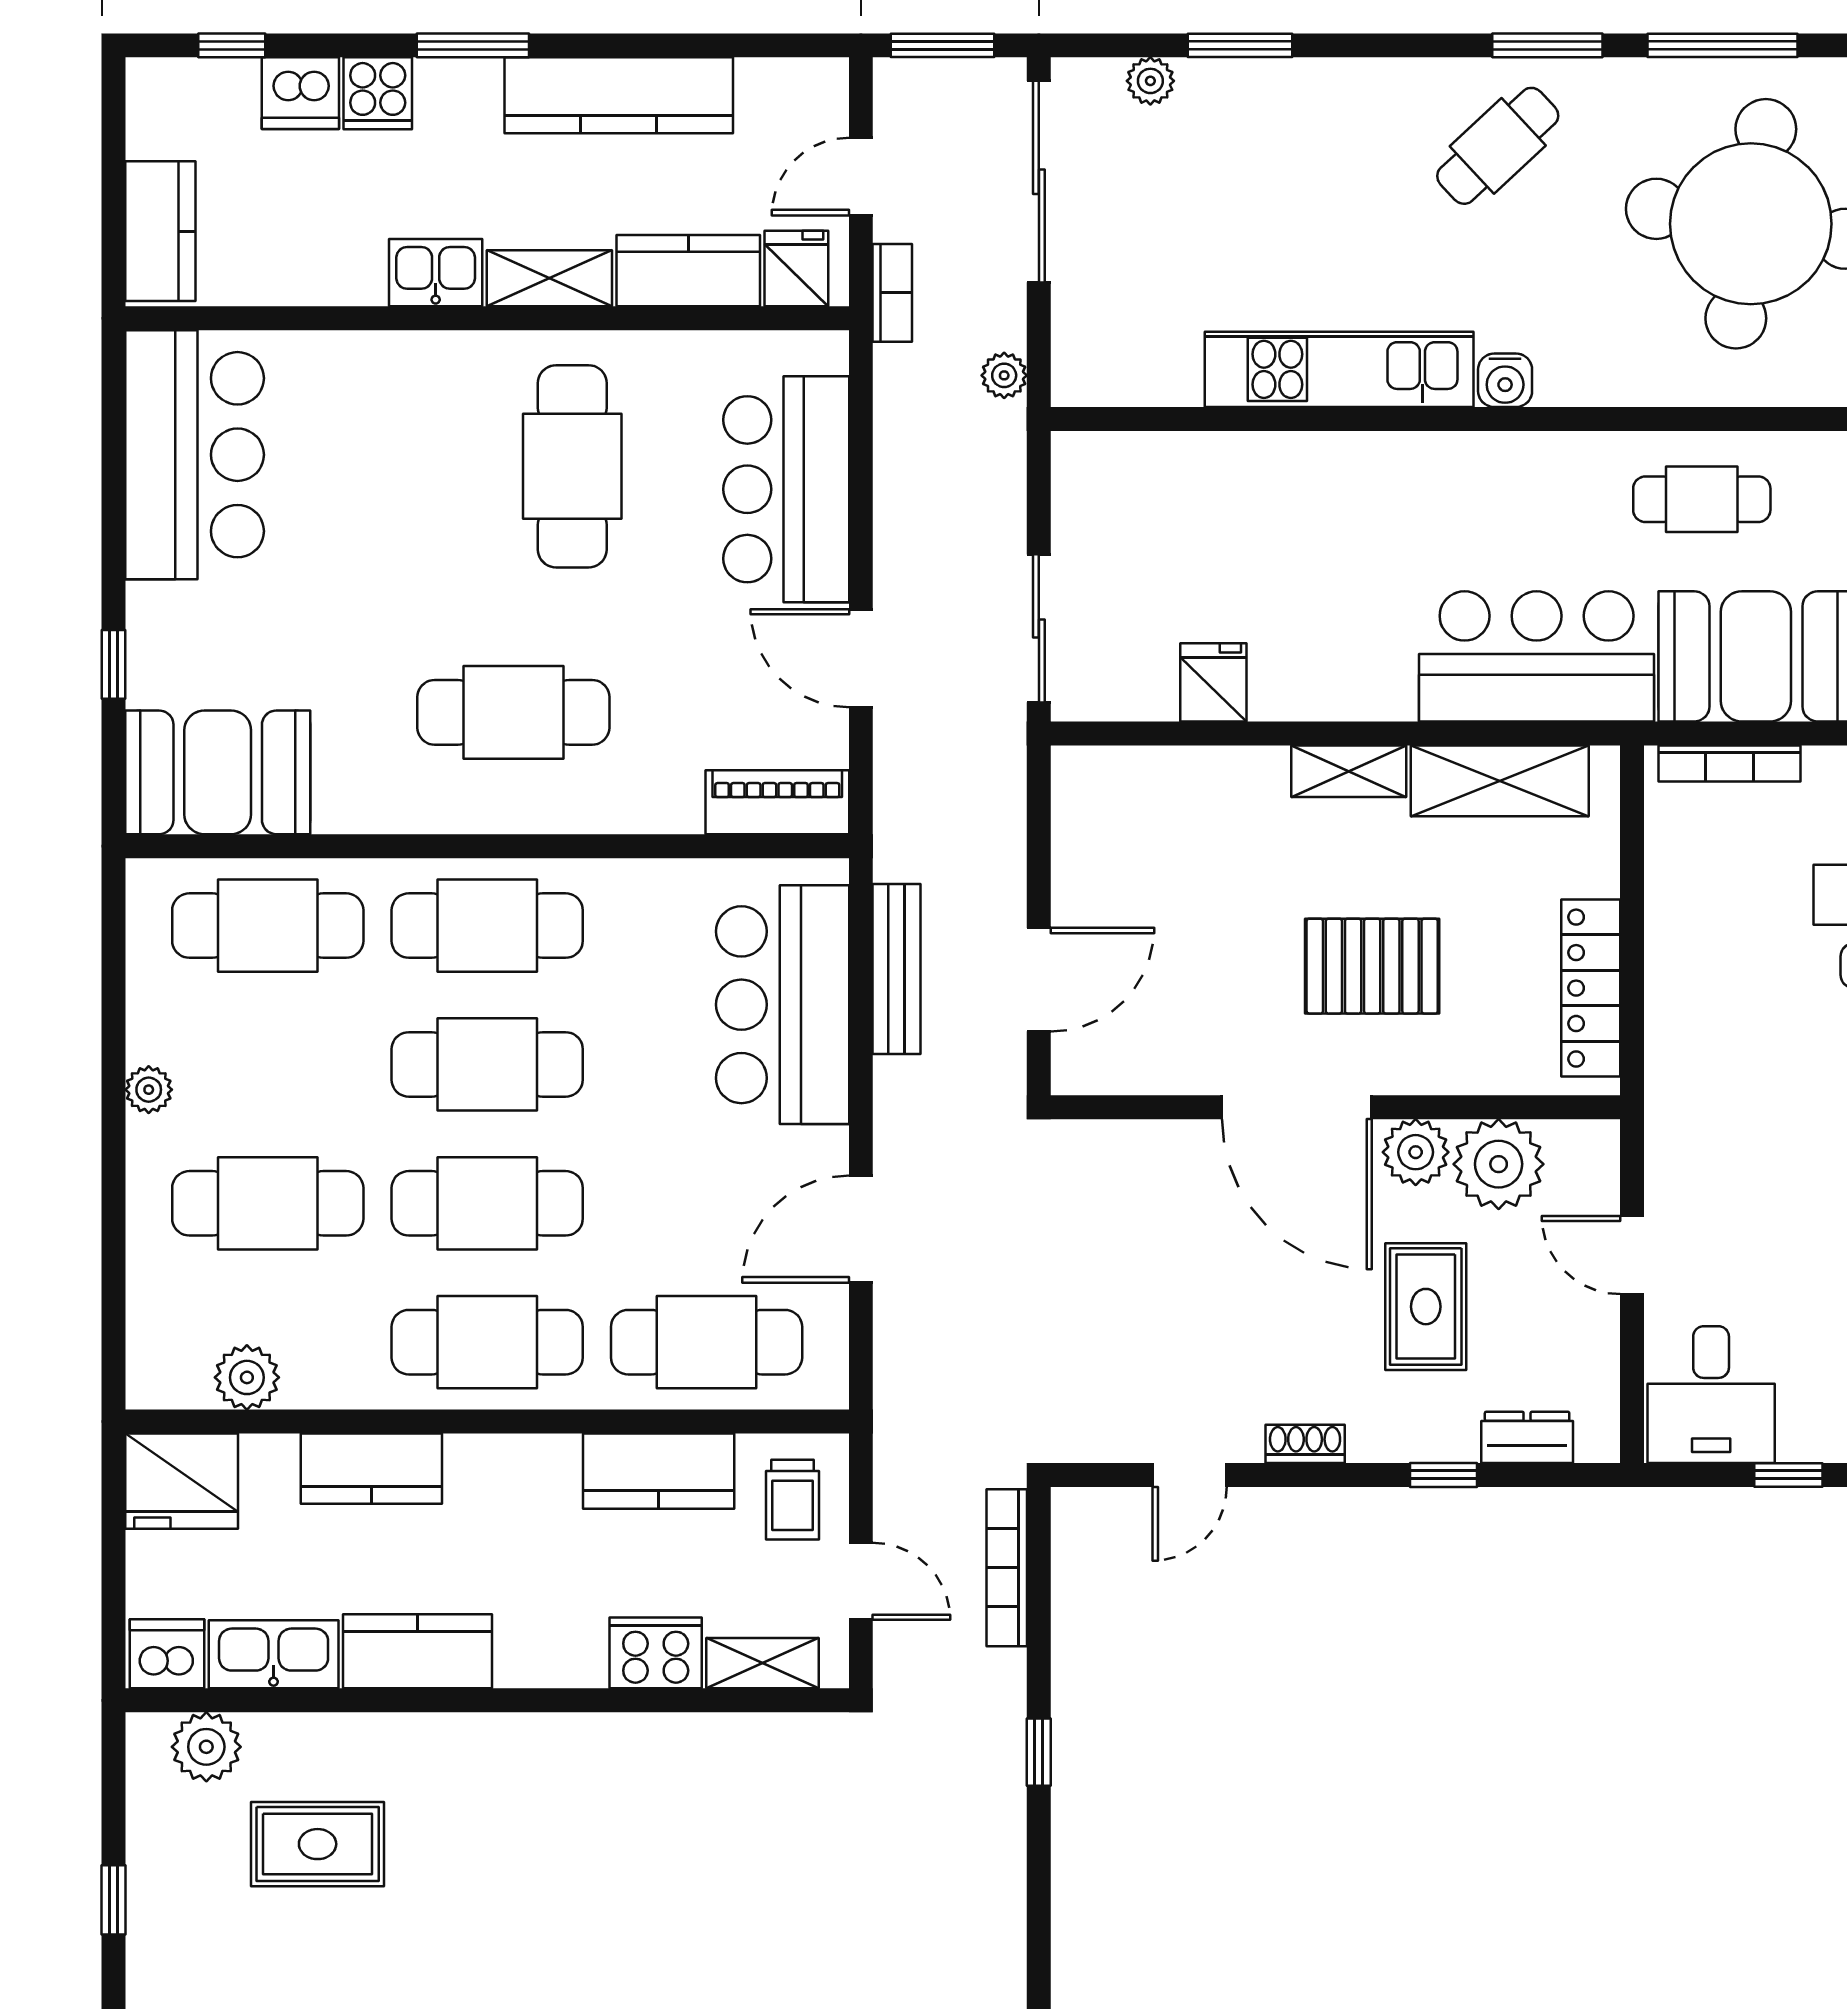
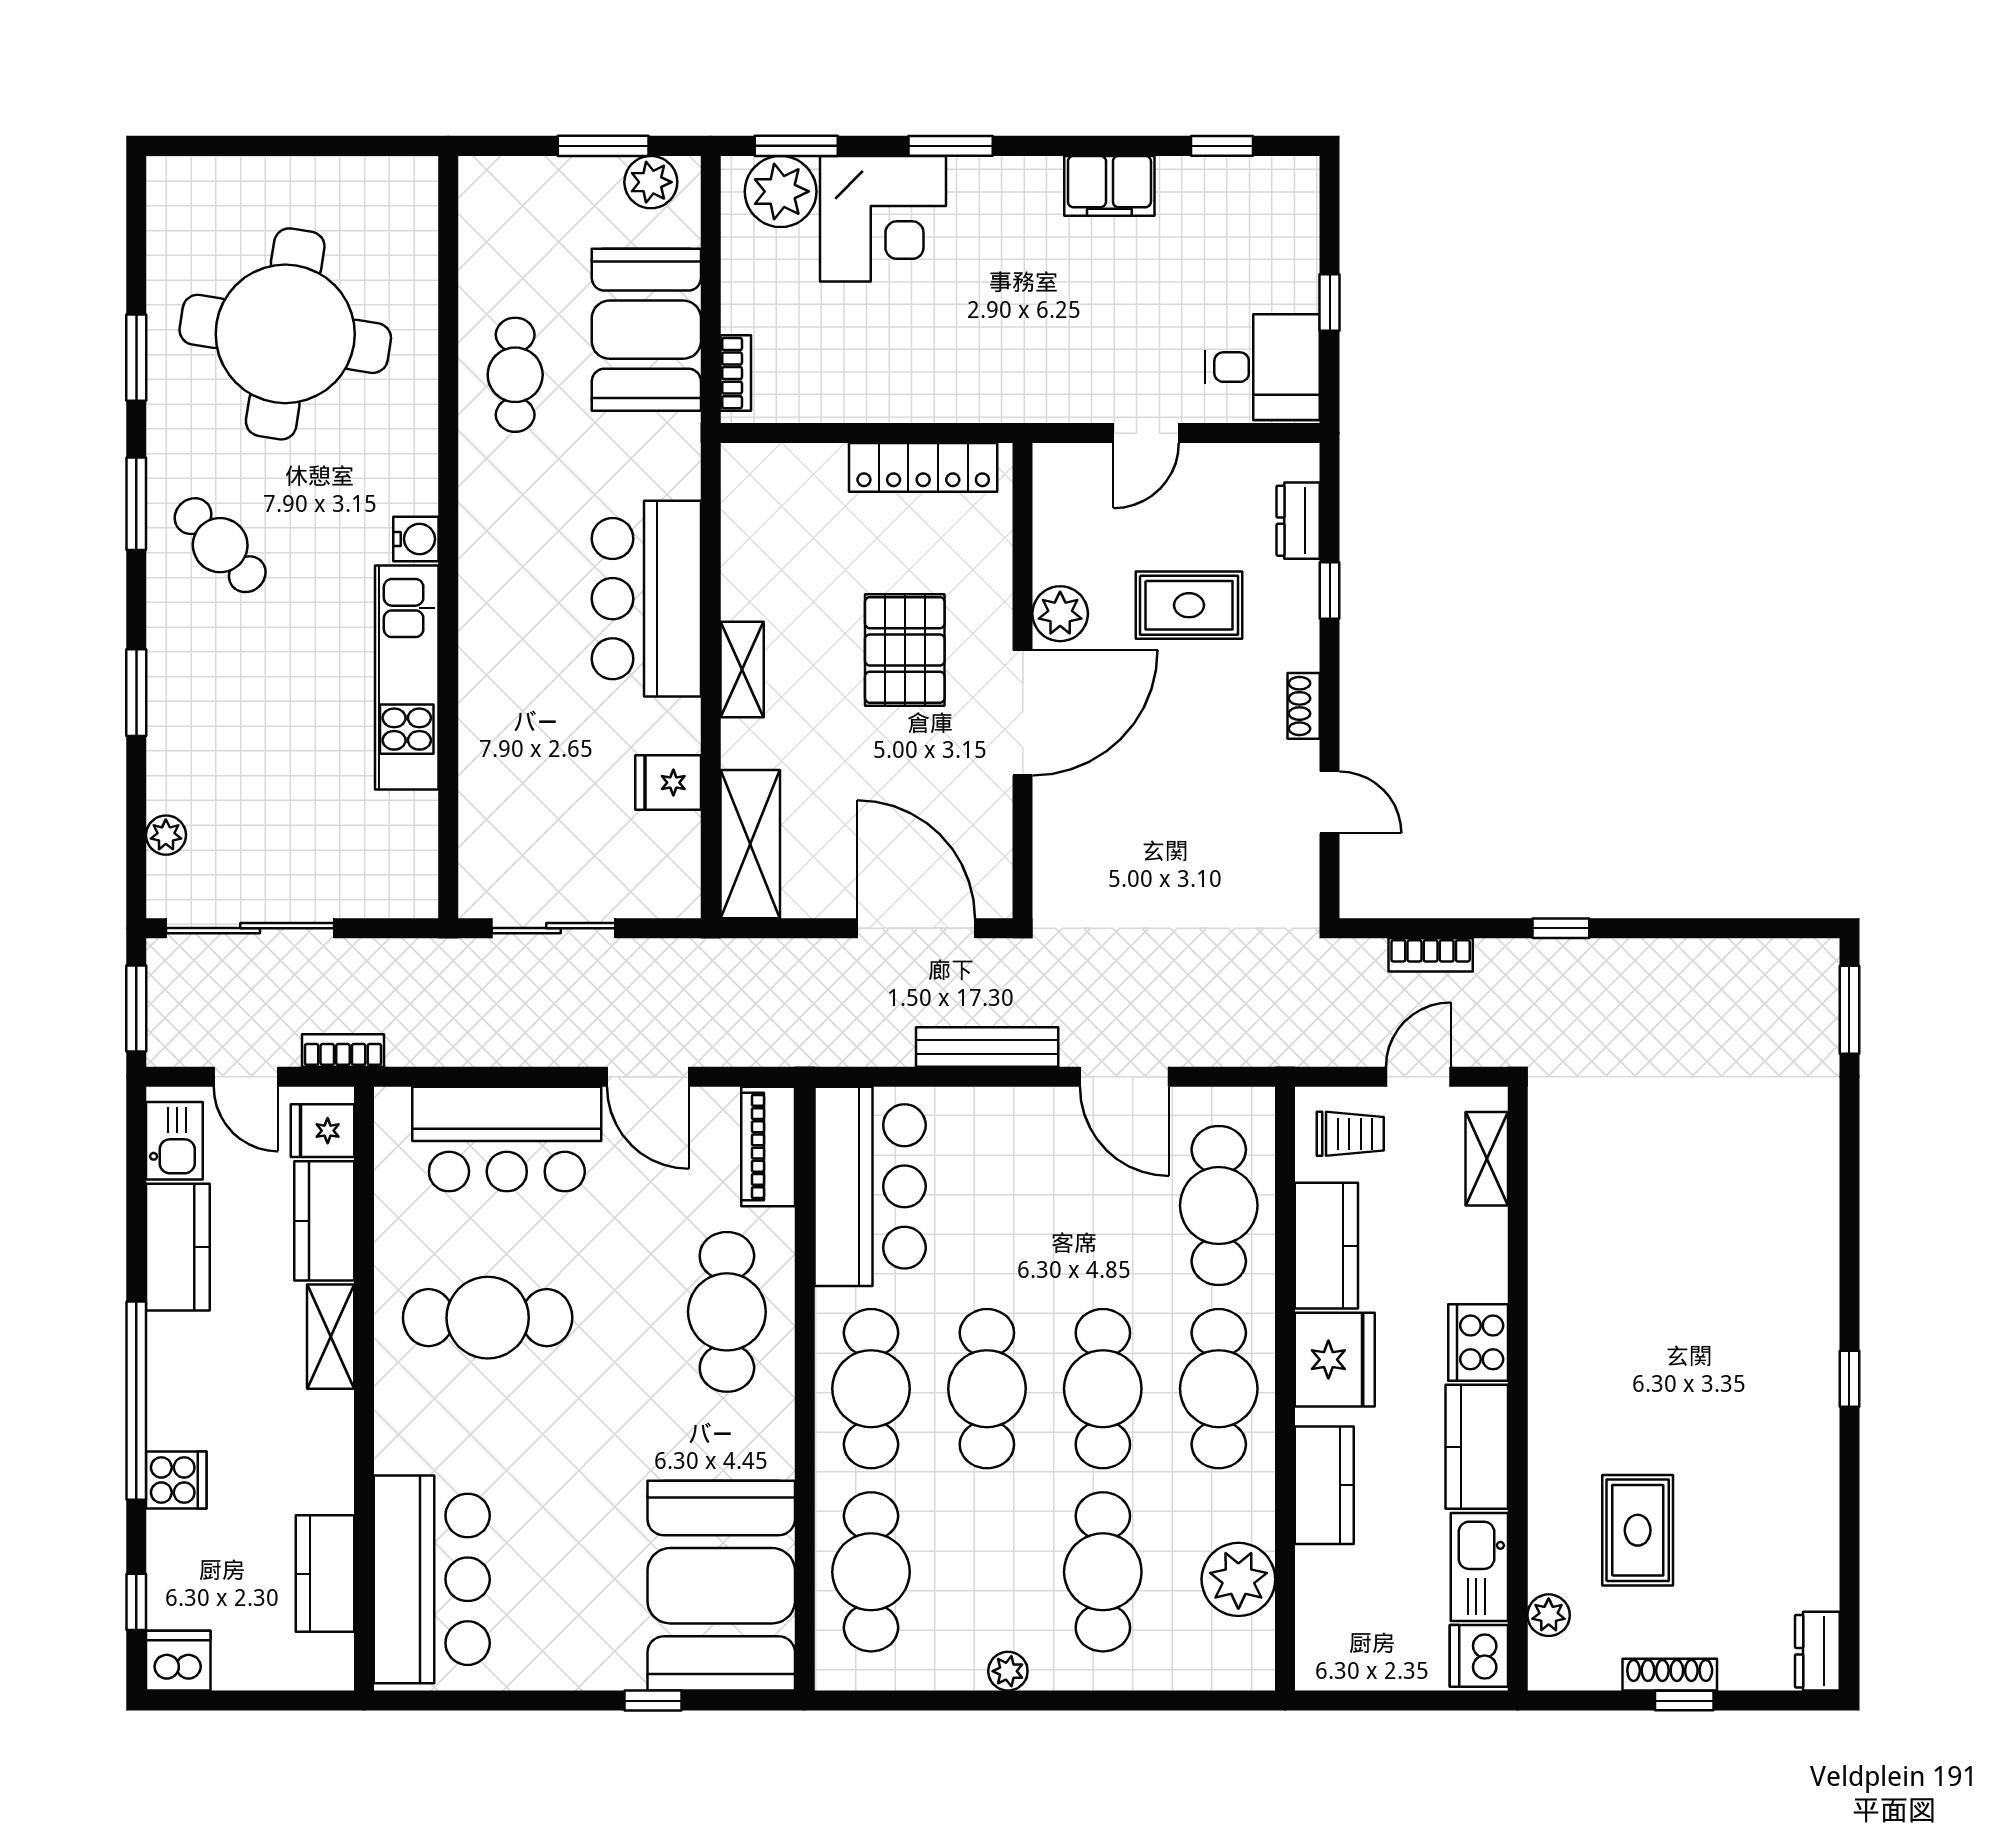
window: (473, 45) -> (136, 1401), width x2.11
window: (1240, 45) -> (136, 693), moved
window: (1722, 45) -> (136, 358), width x0.69
dishwasher: (300, 93) -> (178, 1661), moved, turned -90
kitchen counter: (619, 95) -> (178, 1247), width x0.67
kitchen counter: (160, 231) -> (325, 1574), moved, turned -90
kitchen sink: (436, 273) -> (174, 1141), moved, turned 180
plant: (1004, 375) -> (412, 957), removed
bar counter: (195, 455) -> (432, 1579), moved, turned 90
sliding door: (1039, 628) -> (554, 928), moved
bar counter: (1537, 656) -> (646, 599), moved
door: (861, 658) -> (648, 1077), hinge flipped
cafe table: (513, 712) -> (727, 1312), moved
bookcase: (1729, 763) -> (736, 373), width x0.64
booth: (218, 772) -> (721, 1586), width x1.36, depth x1.42
shelving: (1500, 781) -> (750, 844), moved
bench: (897, 969) -> (987, 1047), moved
door: (1039, 980) -> (916, 928), width x1.36
bar counter: (783, 1005) -> (870, 1186), moved, turned -90
plant: (1499, 1164) -> (1070, 544), removed
plant: (247, 1377) -> (1238, 1579), width x1.36, depth x1.36
fridge: (182, 1481) -> (1335, 1360), moved
bookcase: (1007, 1568) -> (1431, 955), width x0.64
cooker: (656, 1653) -> (1478, 1342), moved
plant: (206, 1747) -> (1549, 1615), width x0.73, depth x0.73
shoe rack: (145, 1882) -> (1670, 1675), added

